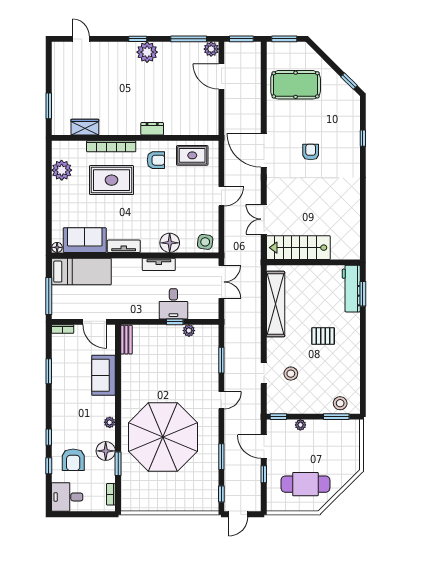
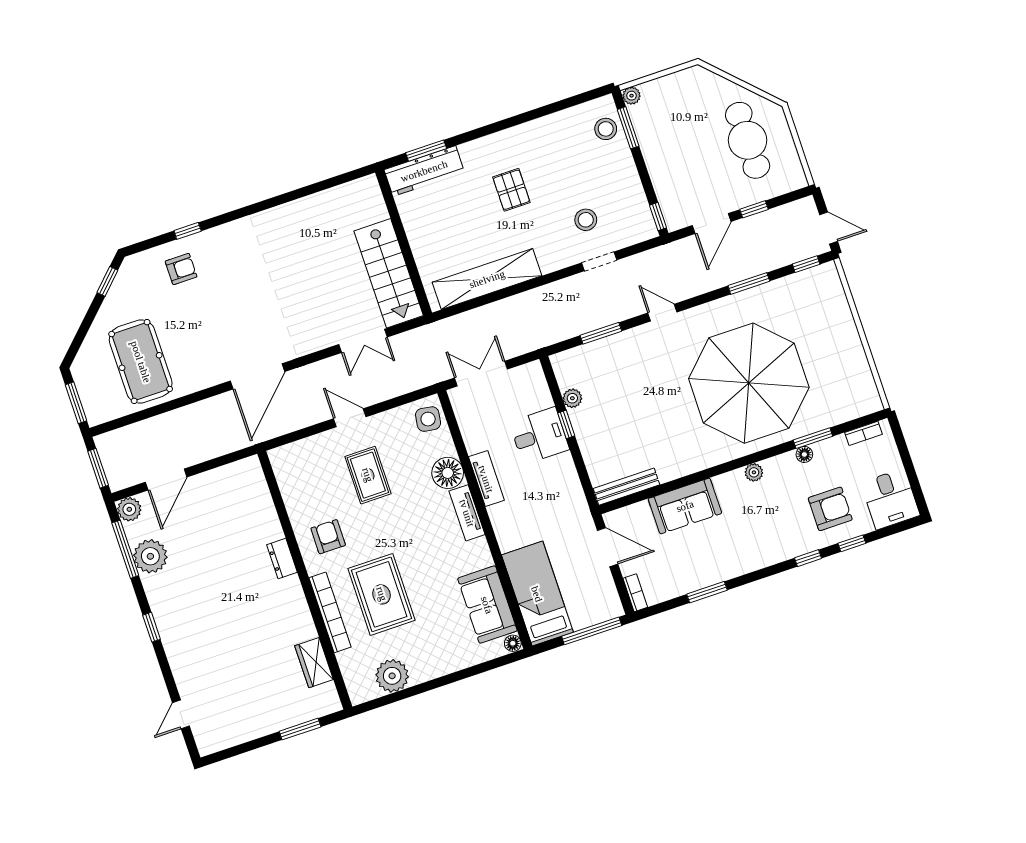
plant: (147, 52) -> (150, 556), moved
armchair: (311, 152) -> (181, 269), moved, turned 180
rug: (192, 155) -> (368, 475), moved
tv unit: (124, 246) -> (467, 513), moved
door: (95, 322) -> (608, 547), hinge flipped
bench: (126, 340) -> (626, 487), width x1.36
plant: (300, 425) -> (632, 96), moved
floor lamp: (106, 451) -> (804, 454), width x0.53, depth x0.53

